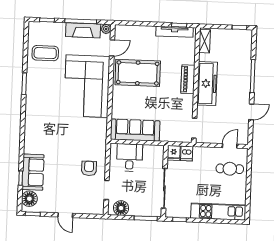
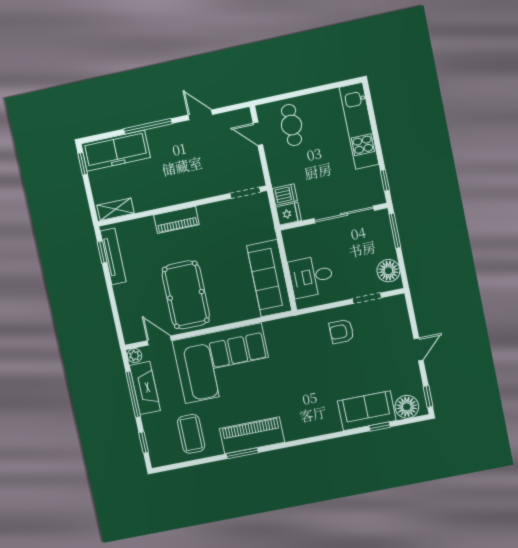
freezer: (207, 84) -> (116, 151), moved, turned 180
piano: (35, 93) -> (252, 435), added

